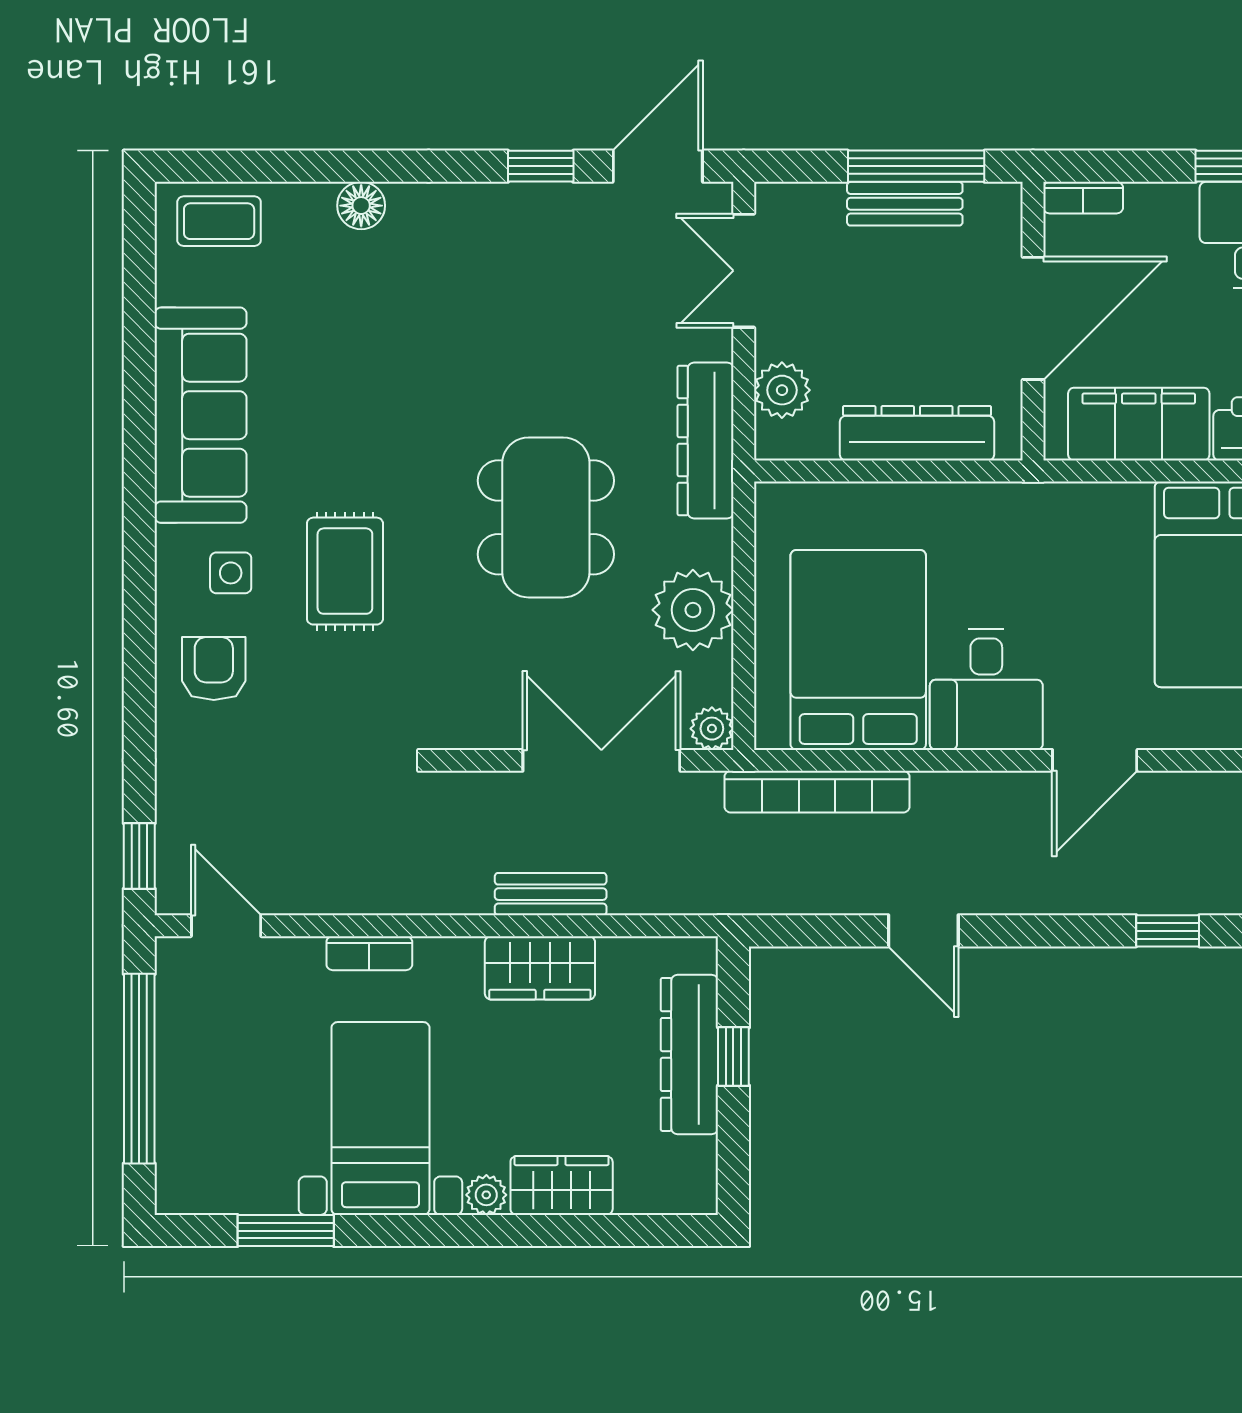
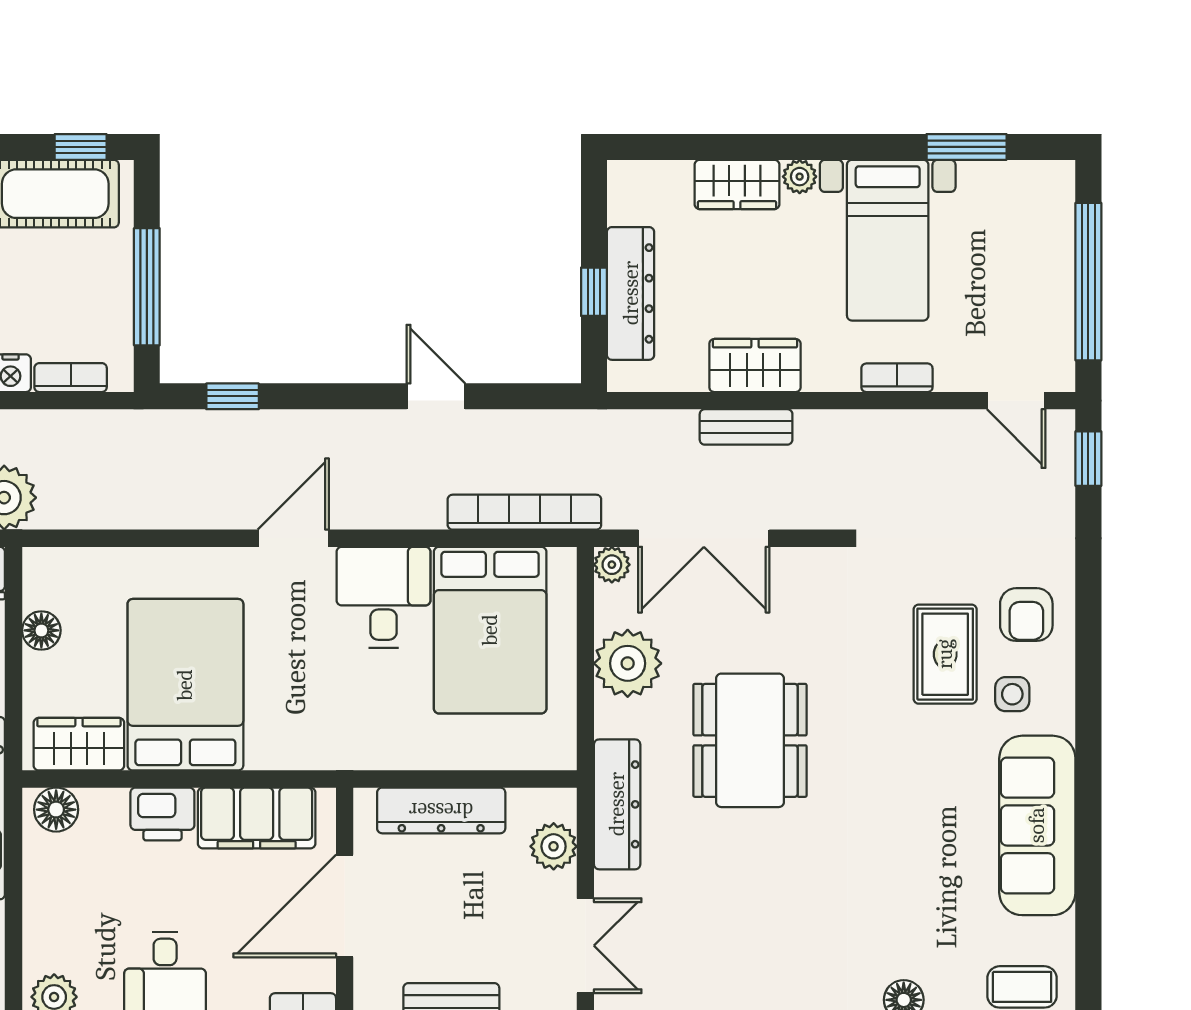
rug: (345, 571) -> (945, 654), moved

